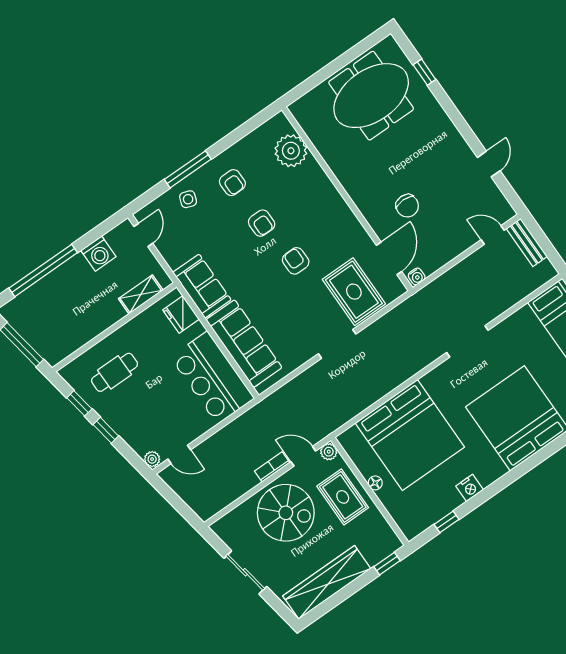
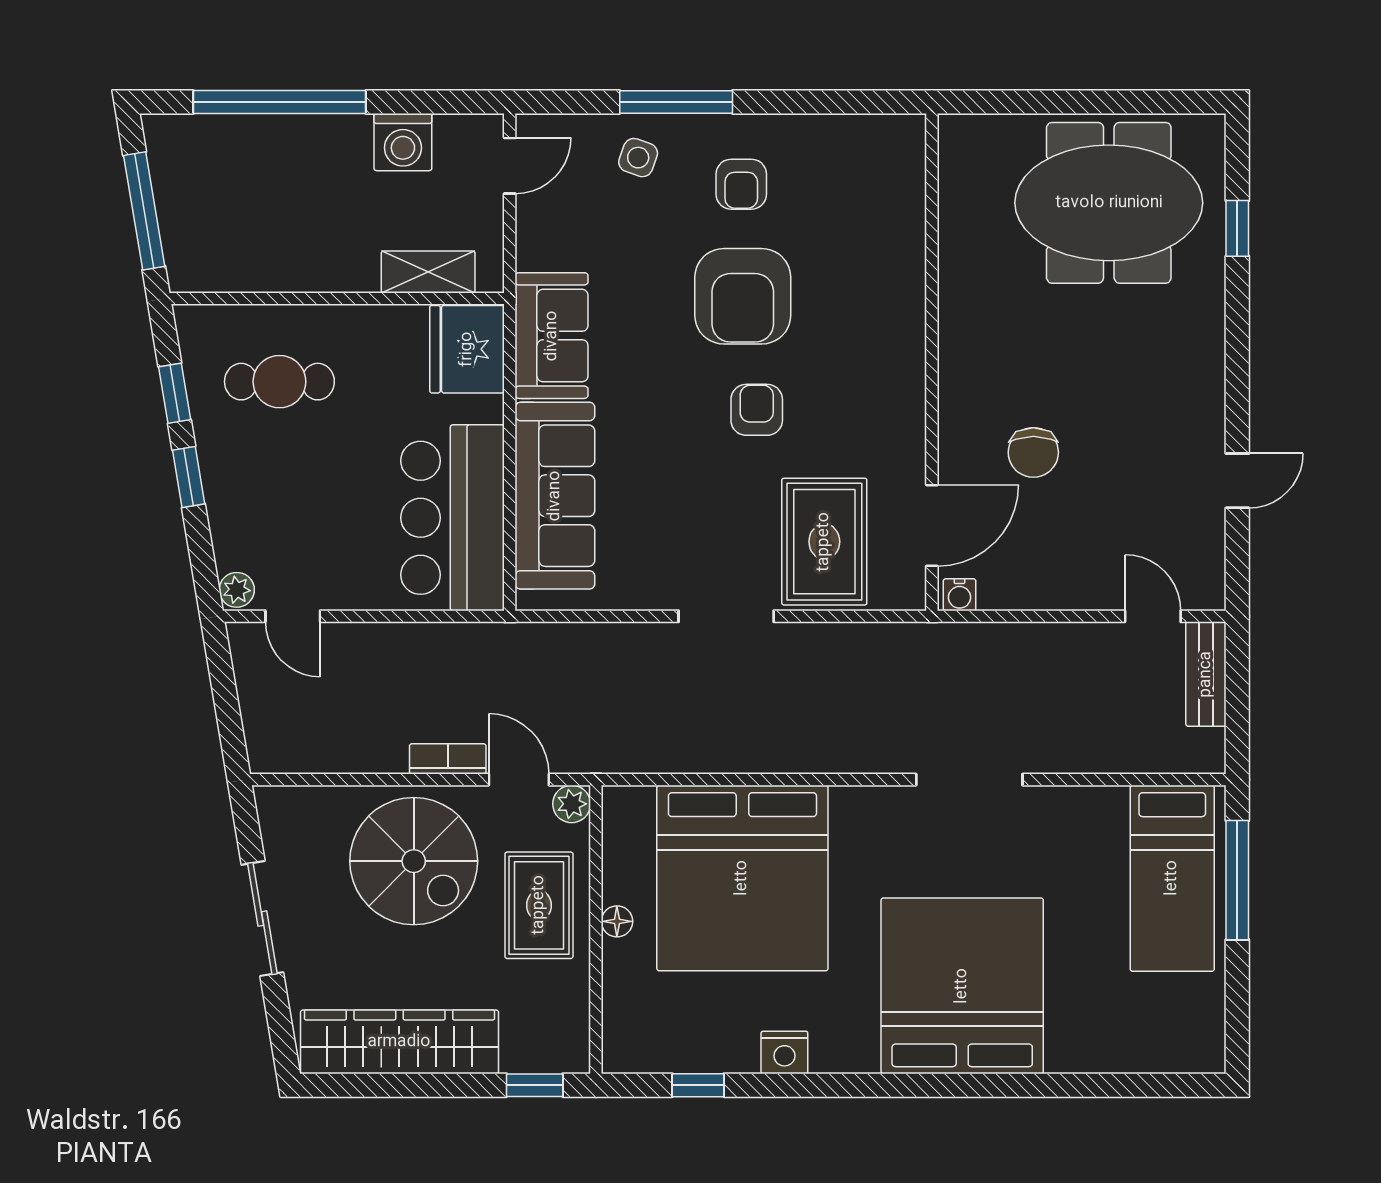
plant: (291, 151) -> (890, 201), removed
armchair: (262, 223) -> (743, 296), width x1.88, depth x1.88
fridge: (181, 315) -> (467, 349), width x1.36, depth x1.34

